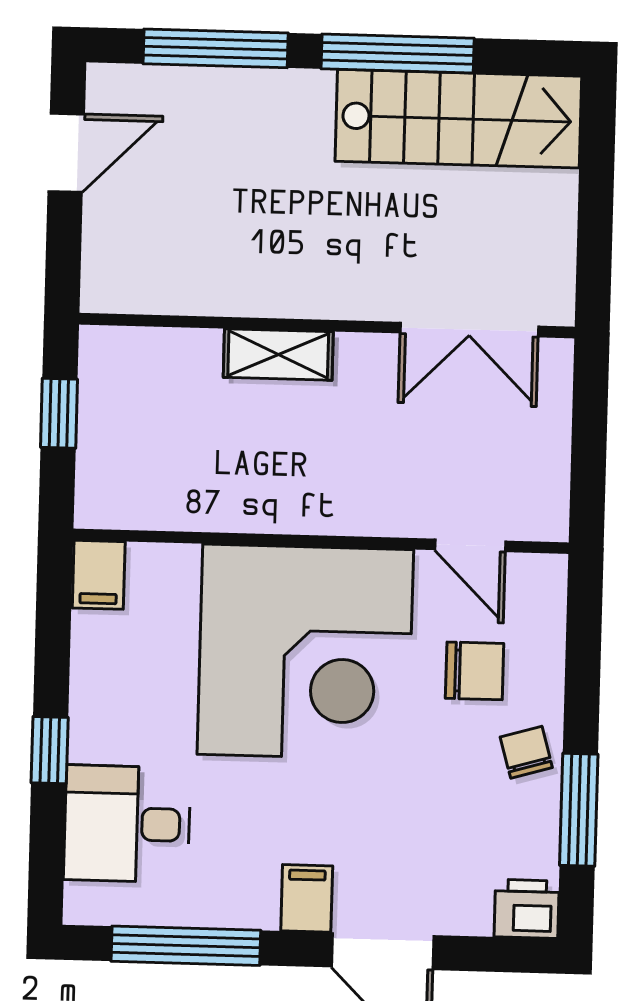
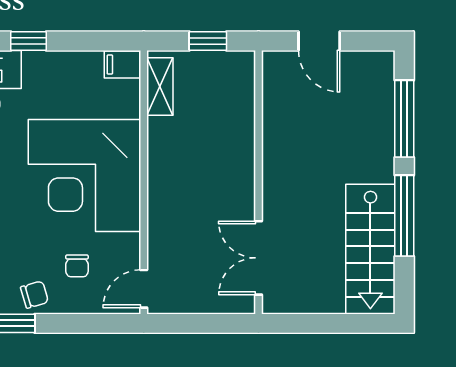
door: (66, 153) -> (319, 41), moved
shelving: (278, 355) -> (160, 86), moved
door: (470, 545) -> (144, 289), moved
chair: (475, 671) -> (77, 266), width x0.73, depth x0.73

